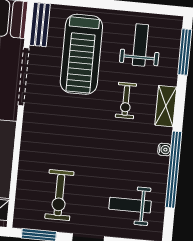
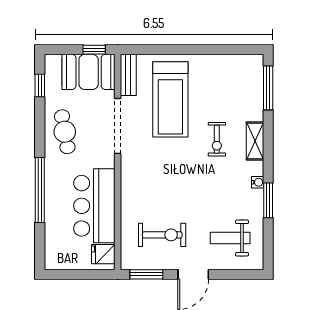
weight bench: (140, 45) -> (226, 85), removed
window: (174, 170) -> (268, 200), width x0.47
exercise bike: (59, 195) -> (162, 235), turned -90

